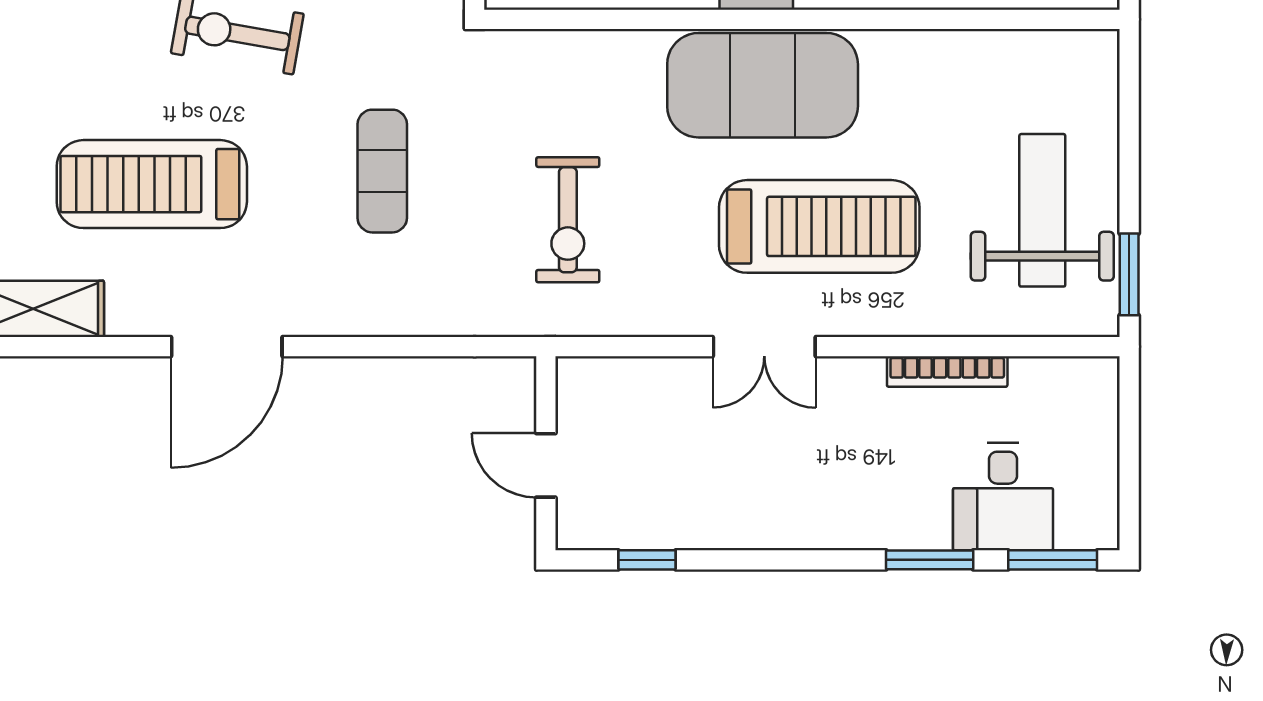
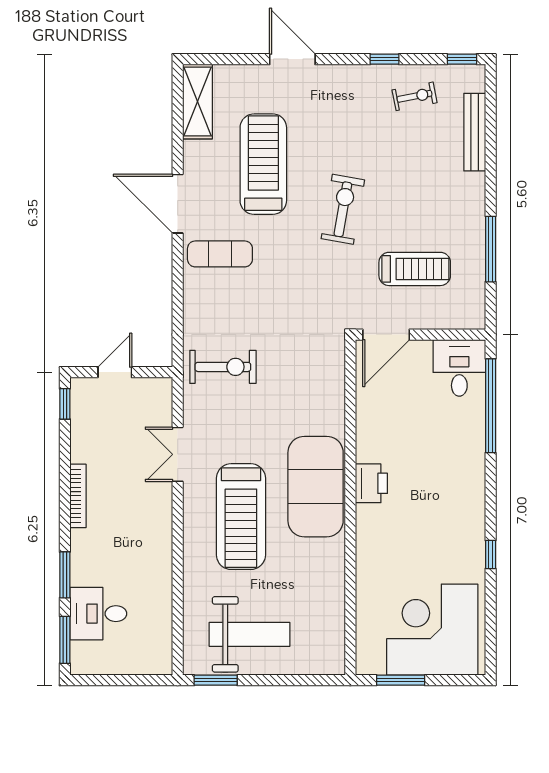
exercise mat: (382, 171) -> (220, 254), moved
exercise bike: (568, 220) -> (223, 367), moved, turned 180
double door: (764, 347) -> (178, 454), moved
bookcase: (947, 371) -> (78, 496), moved, turned 180
window: (647, 560) -> (65, 404), moved

